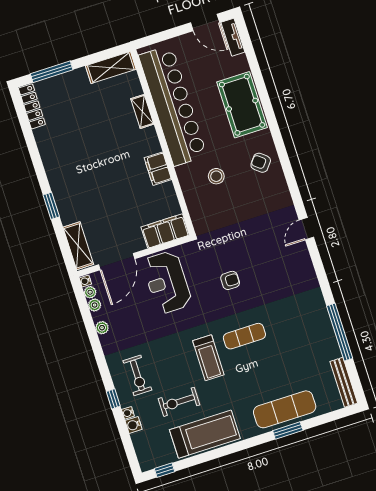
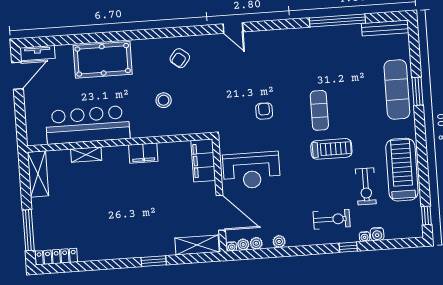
bar counter: (173, 106) -> (88, 125), width x0.73
armchair: (261, 163) -> (180, 58), moved

